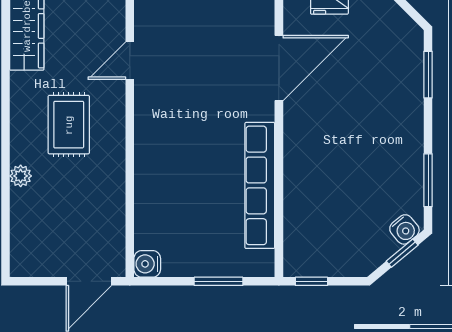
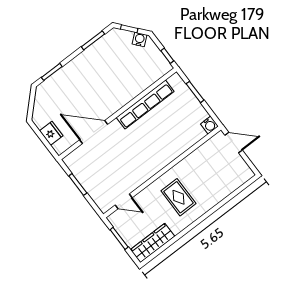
door: (130, 61) -> (124, 201), moved
rug: (69, 125) -> (178, 197), turned 90
plant: (21, 176) -> (213, 201), removed
water cooler: (404, 229) -> (140, 39), moved

